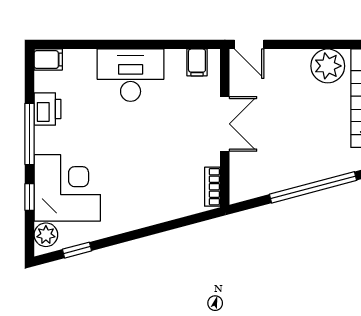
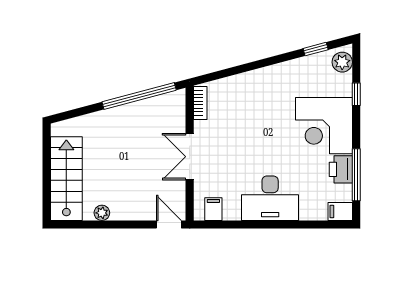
plant: (328, 66) -> (102, 213), width x0.53, depth x0.53
window: (30, 134) -> (356, 175), moved
window: (313, 187) -> (139, 96), moved
corner desk: (67, 188) -> (324, 126), moved

